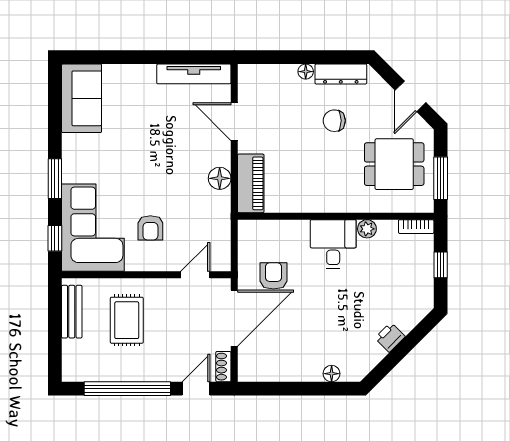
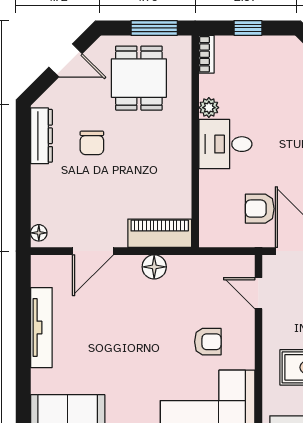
floor lamp: (306, 72) -> (39, 233), moved
tv unit: (194, 74) -> (41, 328), moved

